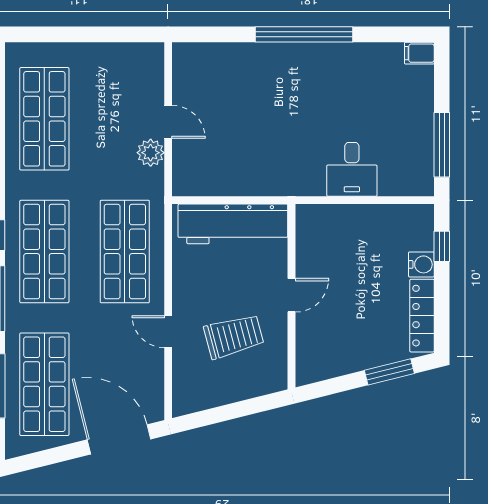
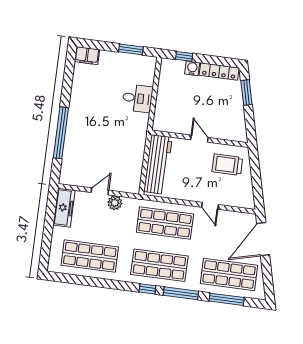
window: (304, 34) -> (61, 133), moved
filing cabinet: (419, 53) -> (87, 56), width x2.00
freezer: (129, 59) -> (64, 208), added
window: (442, 145) -> (131, 49), width x0.69
door: (168, 332) -> (210, 206), hinge flipped
trolley: (234, 336) -> (227, 165), moved, turned -75

